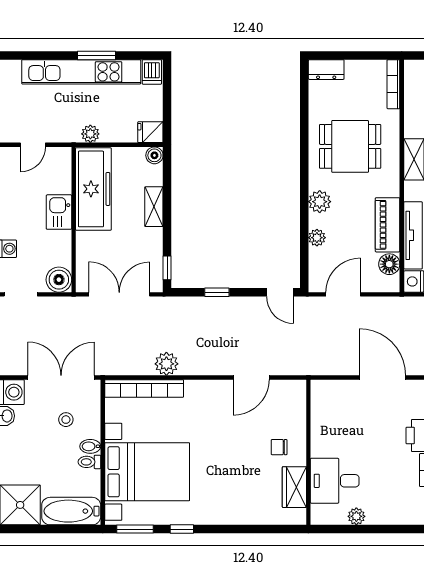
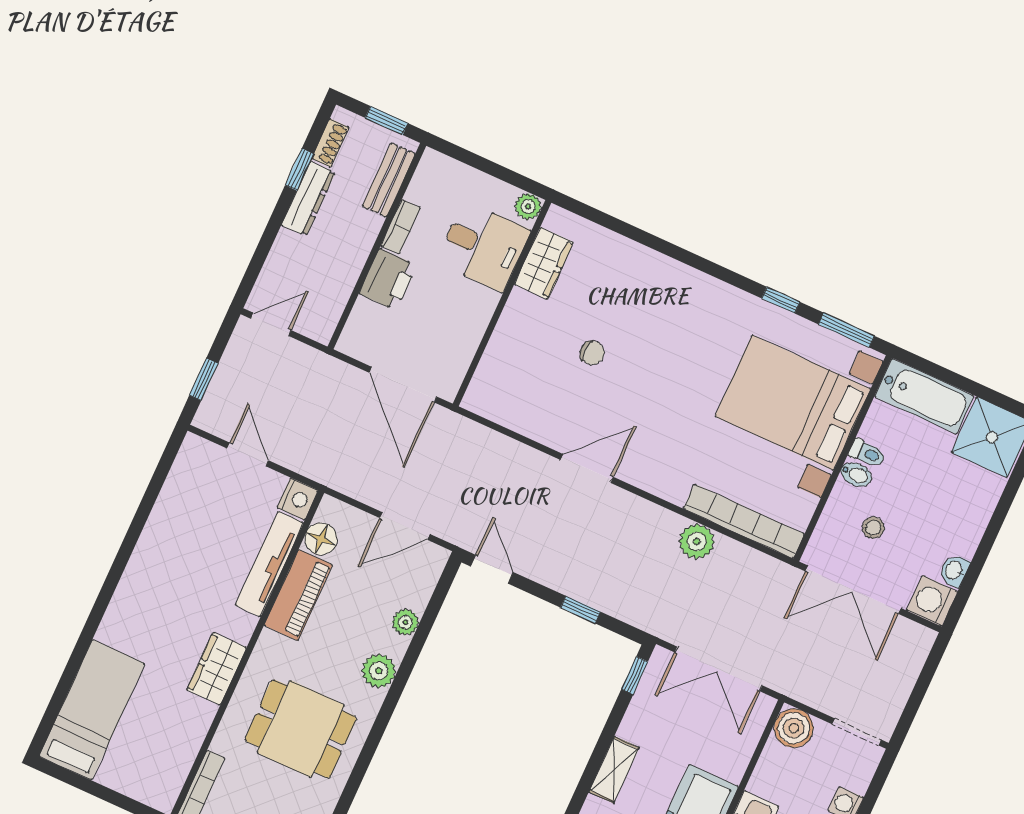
wall: (308, 452) -> (502, 303), moved
desk: (335, 481) -> (483, 246), moved
wardrobe: (294, 487) -> (544, 263), moved

